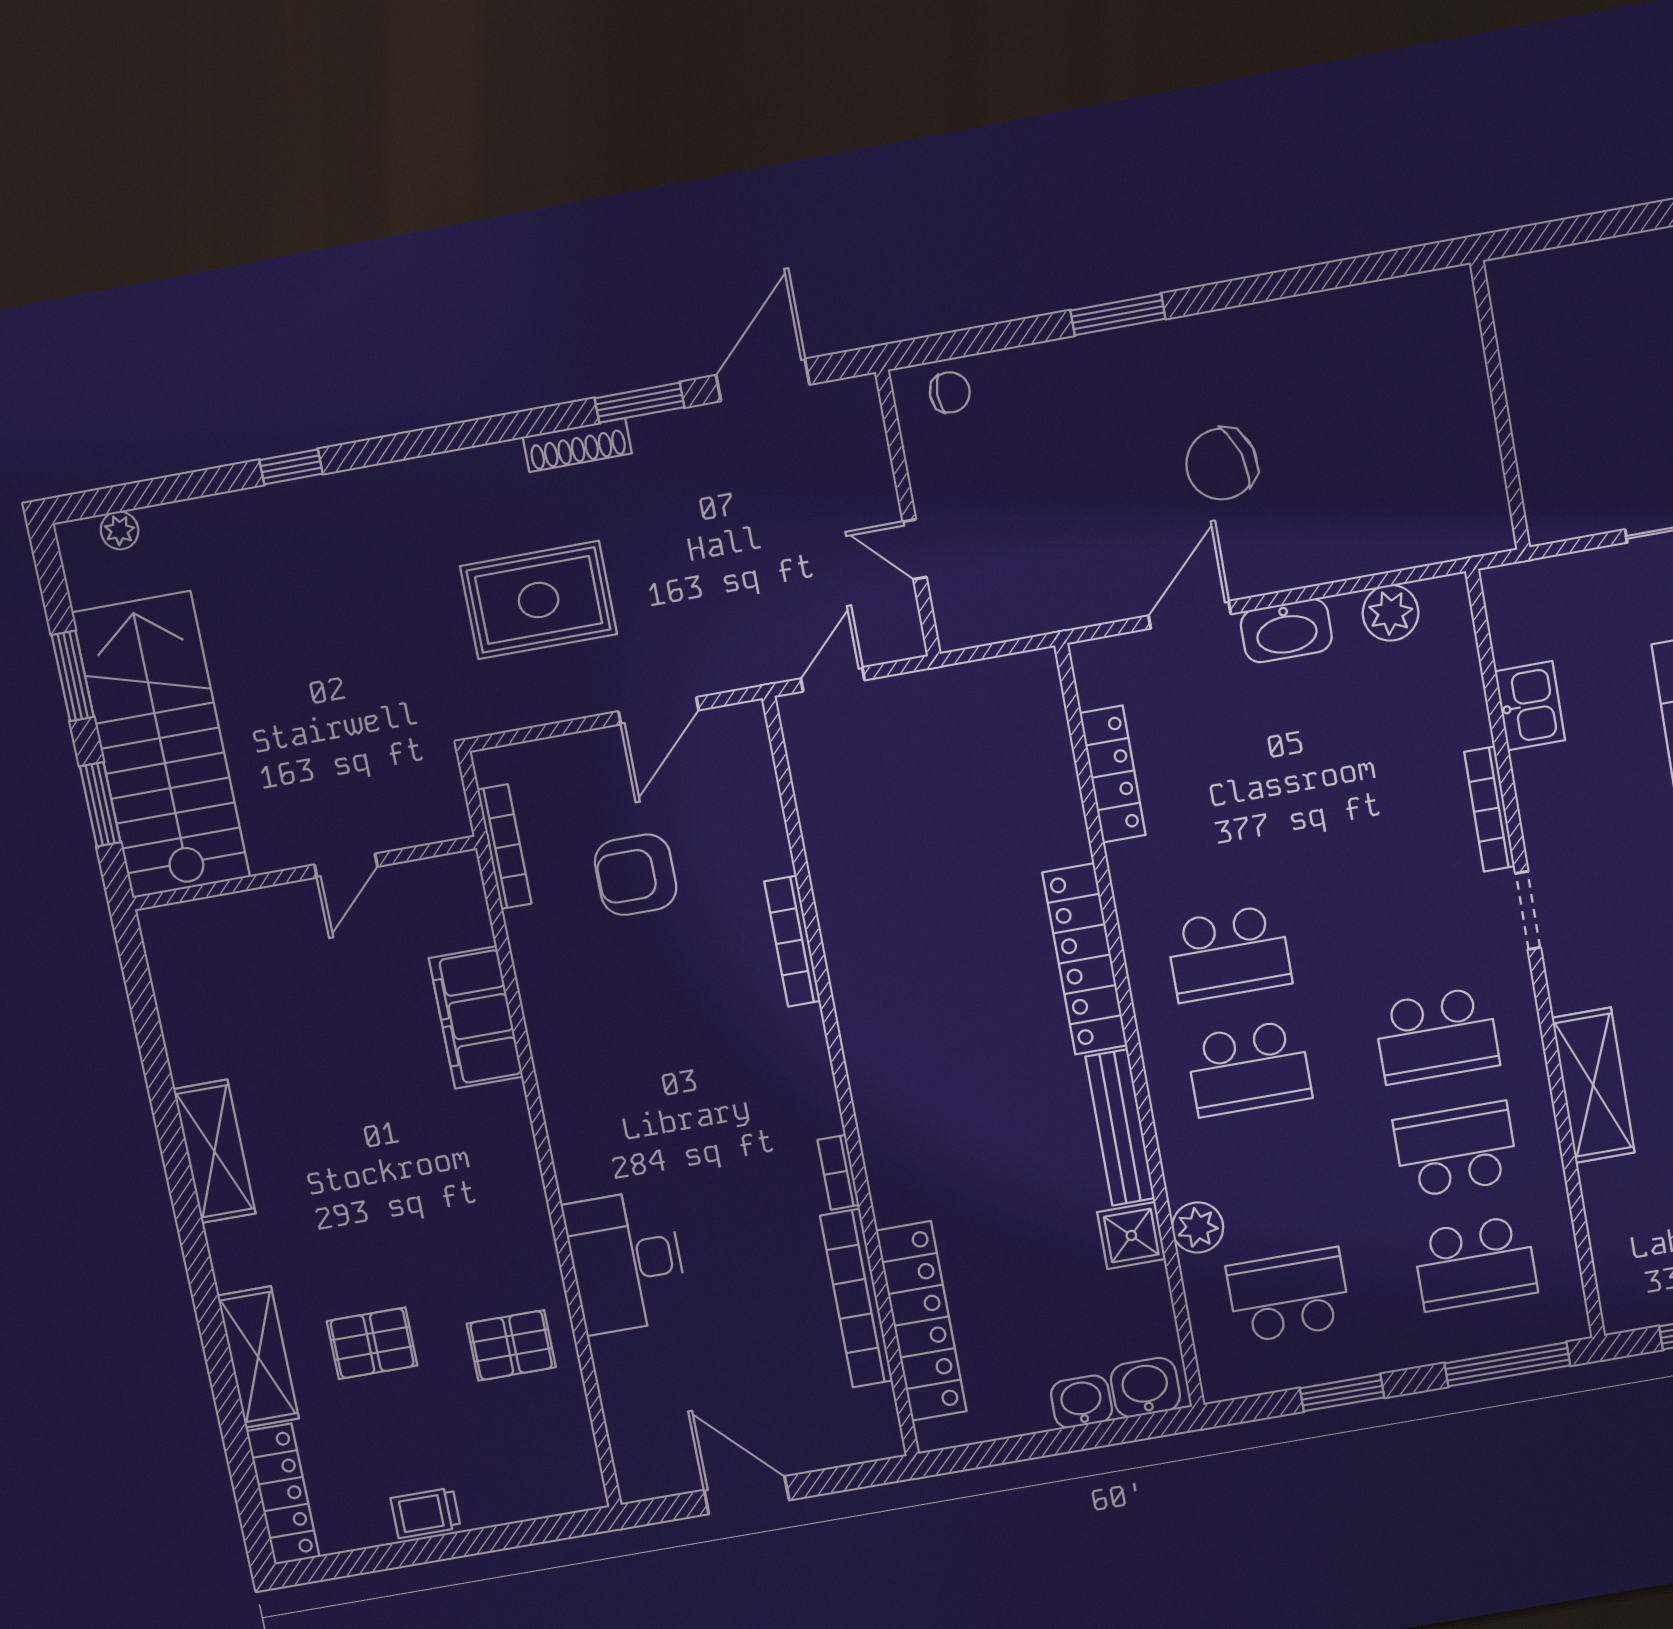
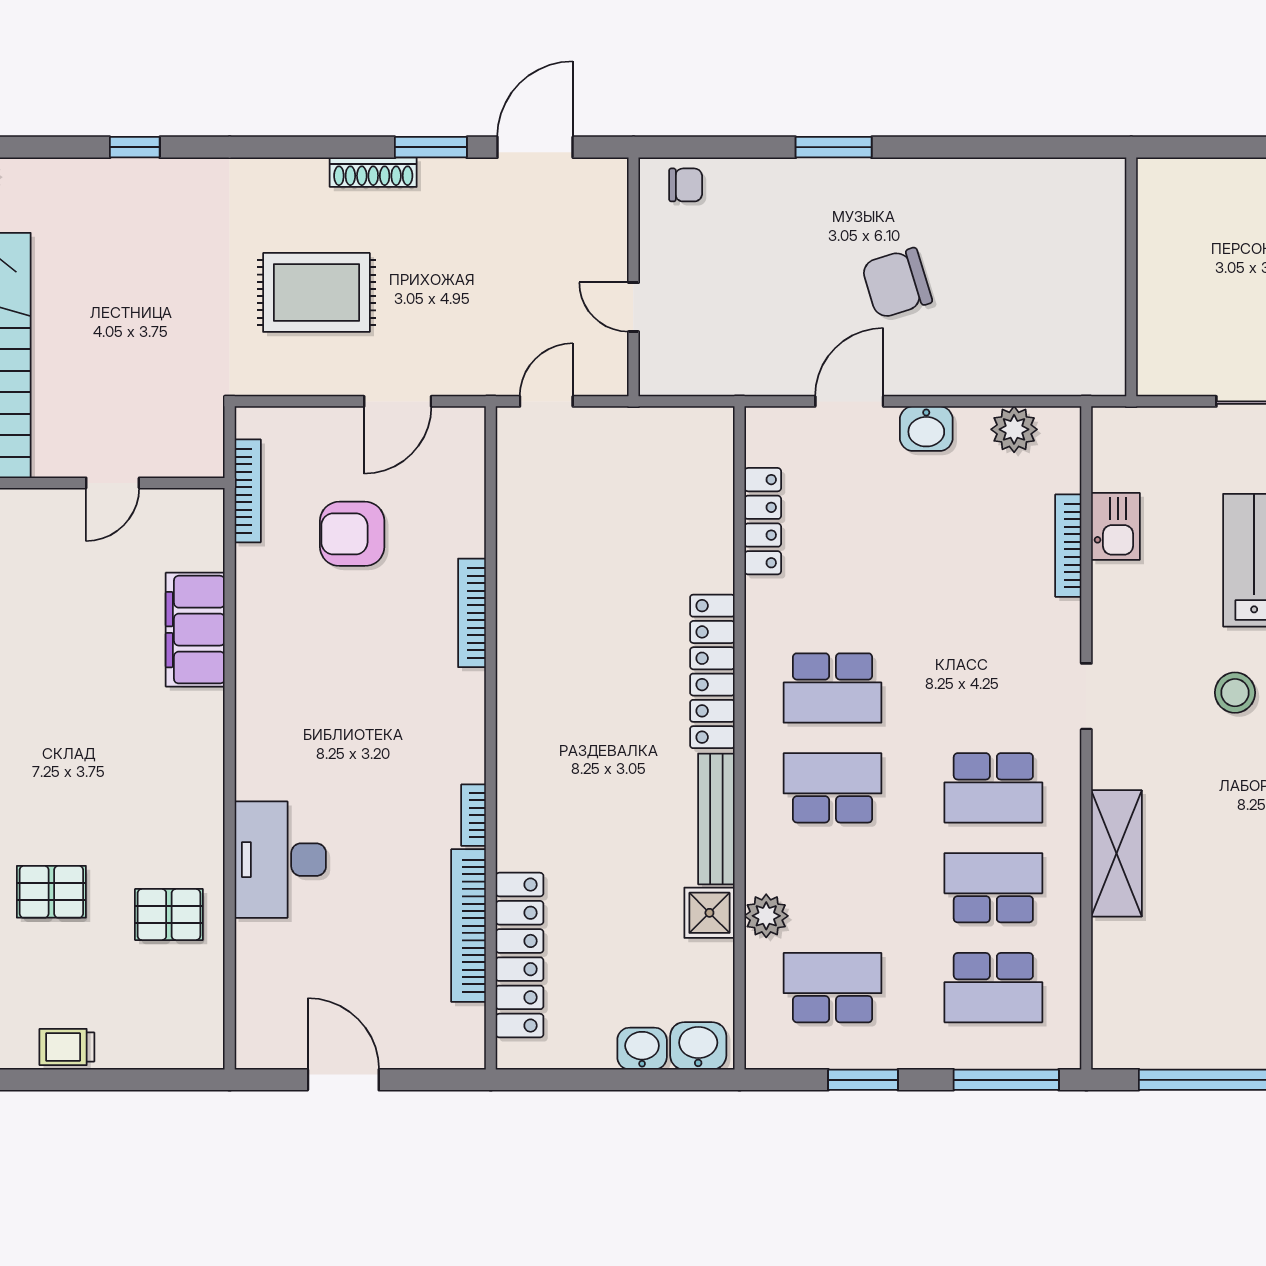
washbasin: (1286, 631) -> (926, 429), width x0.72
bookcase: (1489, 809) -> (1068, 546), moved
school desk: (1249, 1068) -> (833, 788), turned 180

